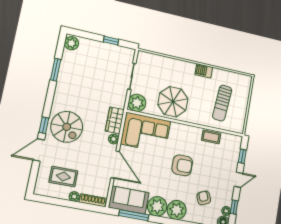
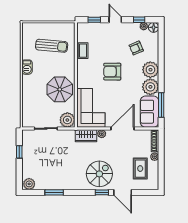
armchair: (182, 165) -> (112, 72), turned -90

